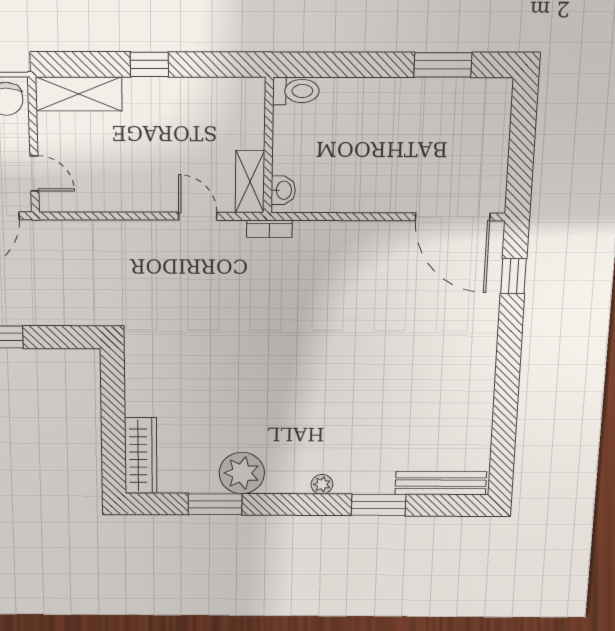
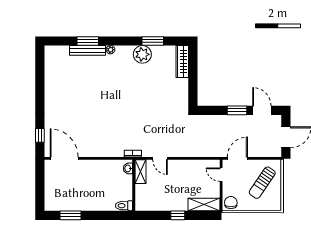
bench: (441, 483) -> (87, 50), moved

